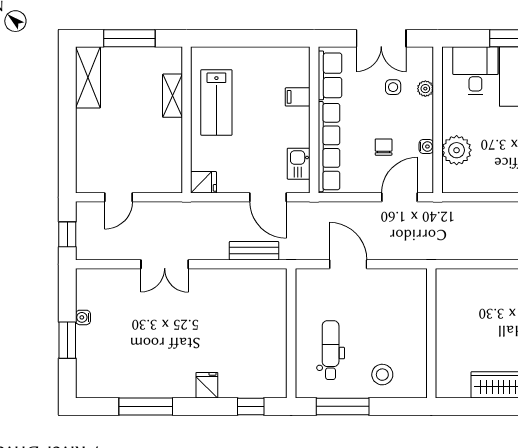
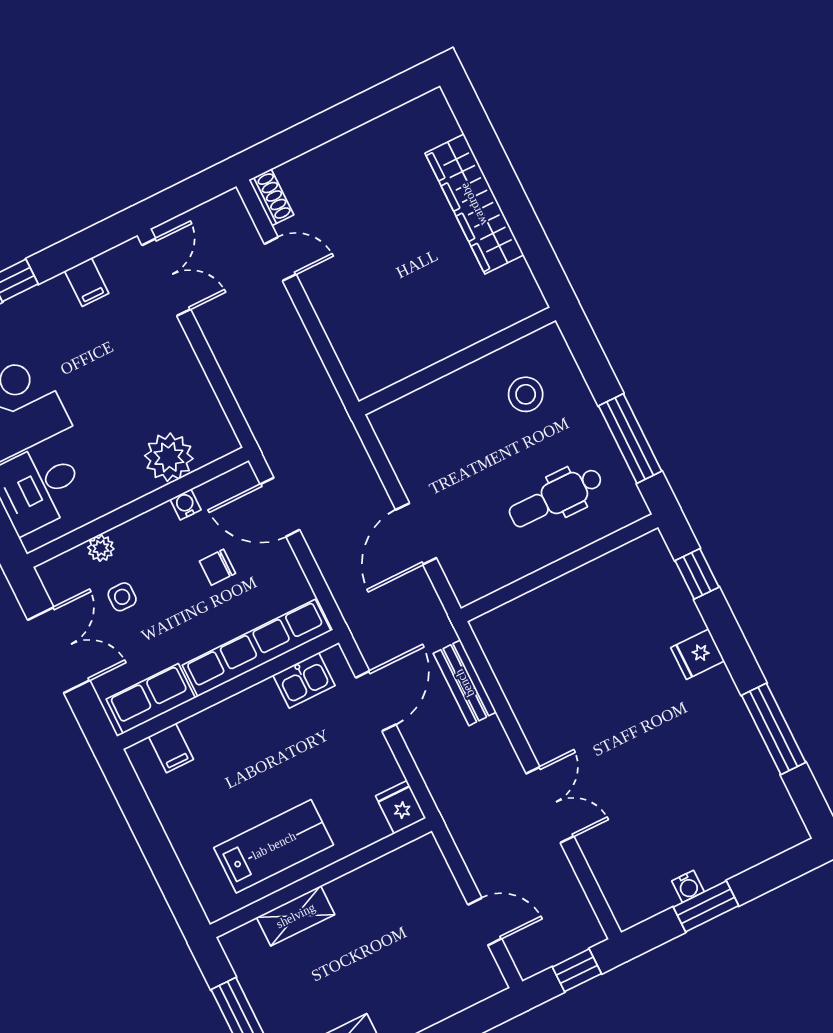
filing cabinet: (298, 97) -> (171, 748), moved
window: (67, 340) -> (706, 906), moved
stool: (382, 375) -> (526, 394), moved

